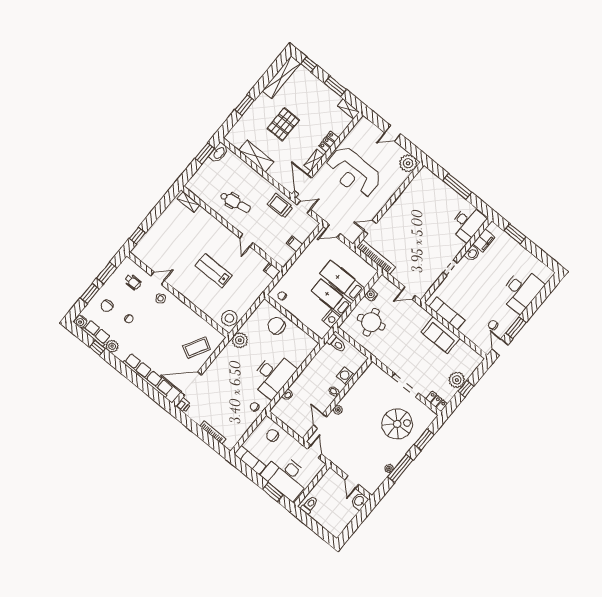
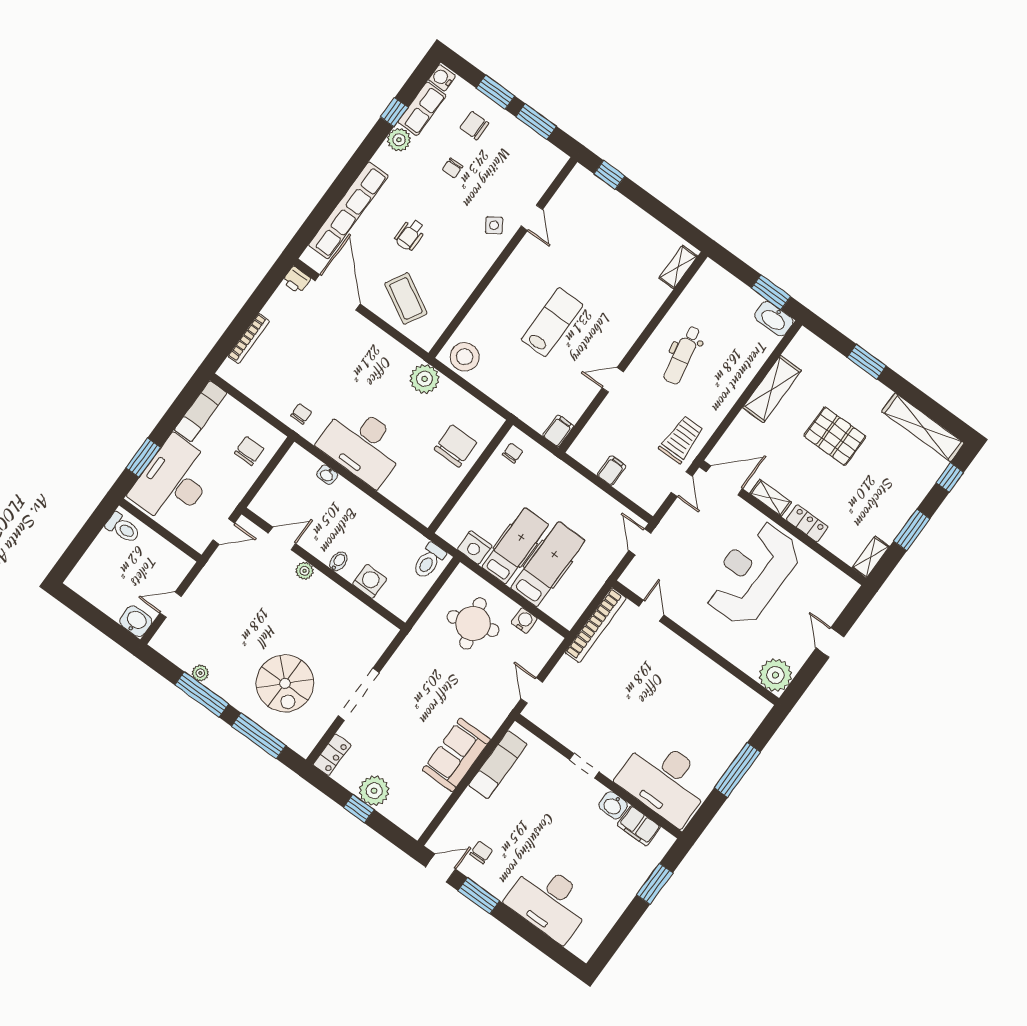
desk: (467, 223) -> (665, 781), width x1.36, depth x1.30
wheelchair: (133, 282) -> (410, 235), moved
window: (424, 439) -> (259, 736), width x1.44

